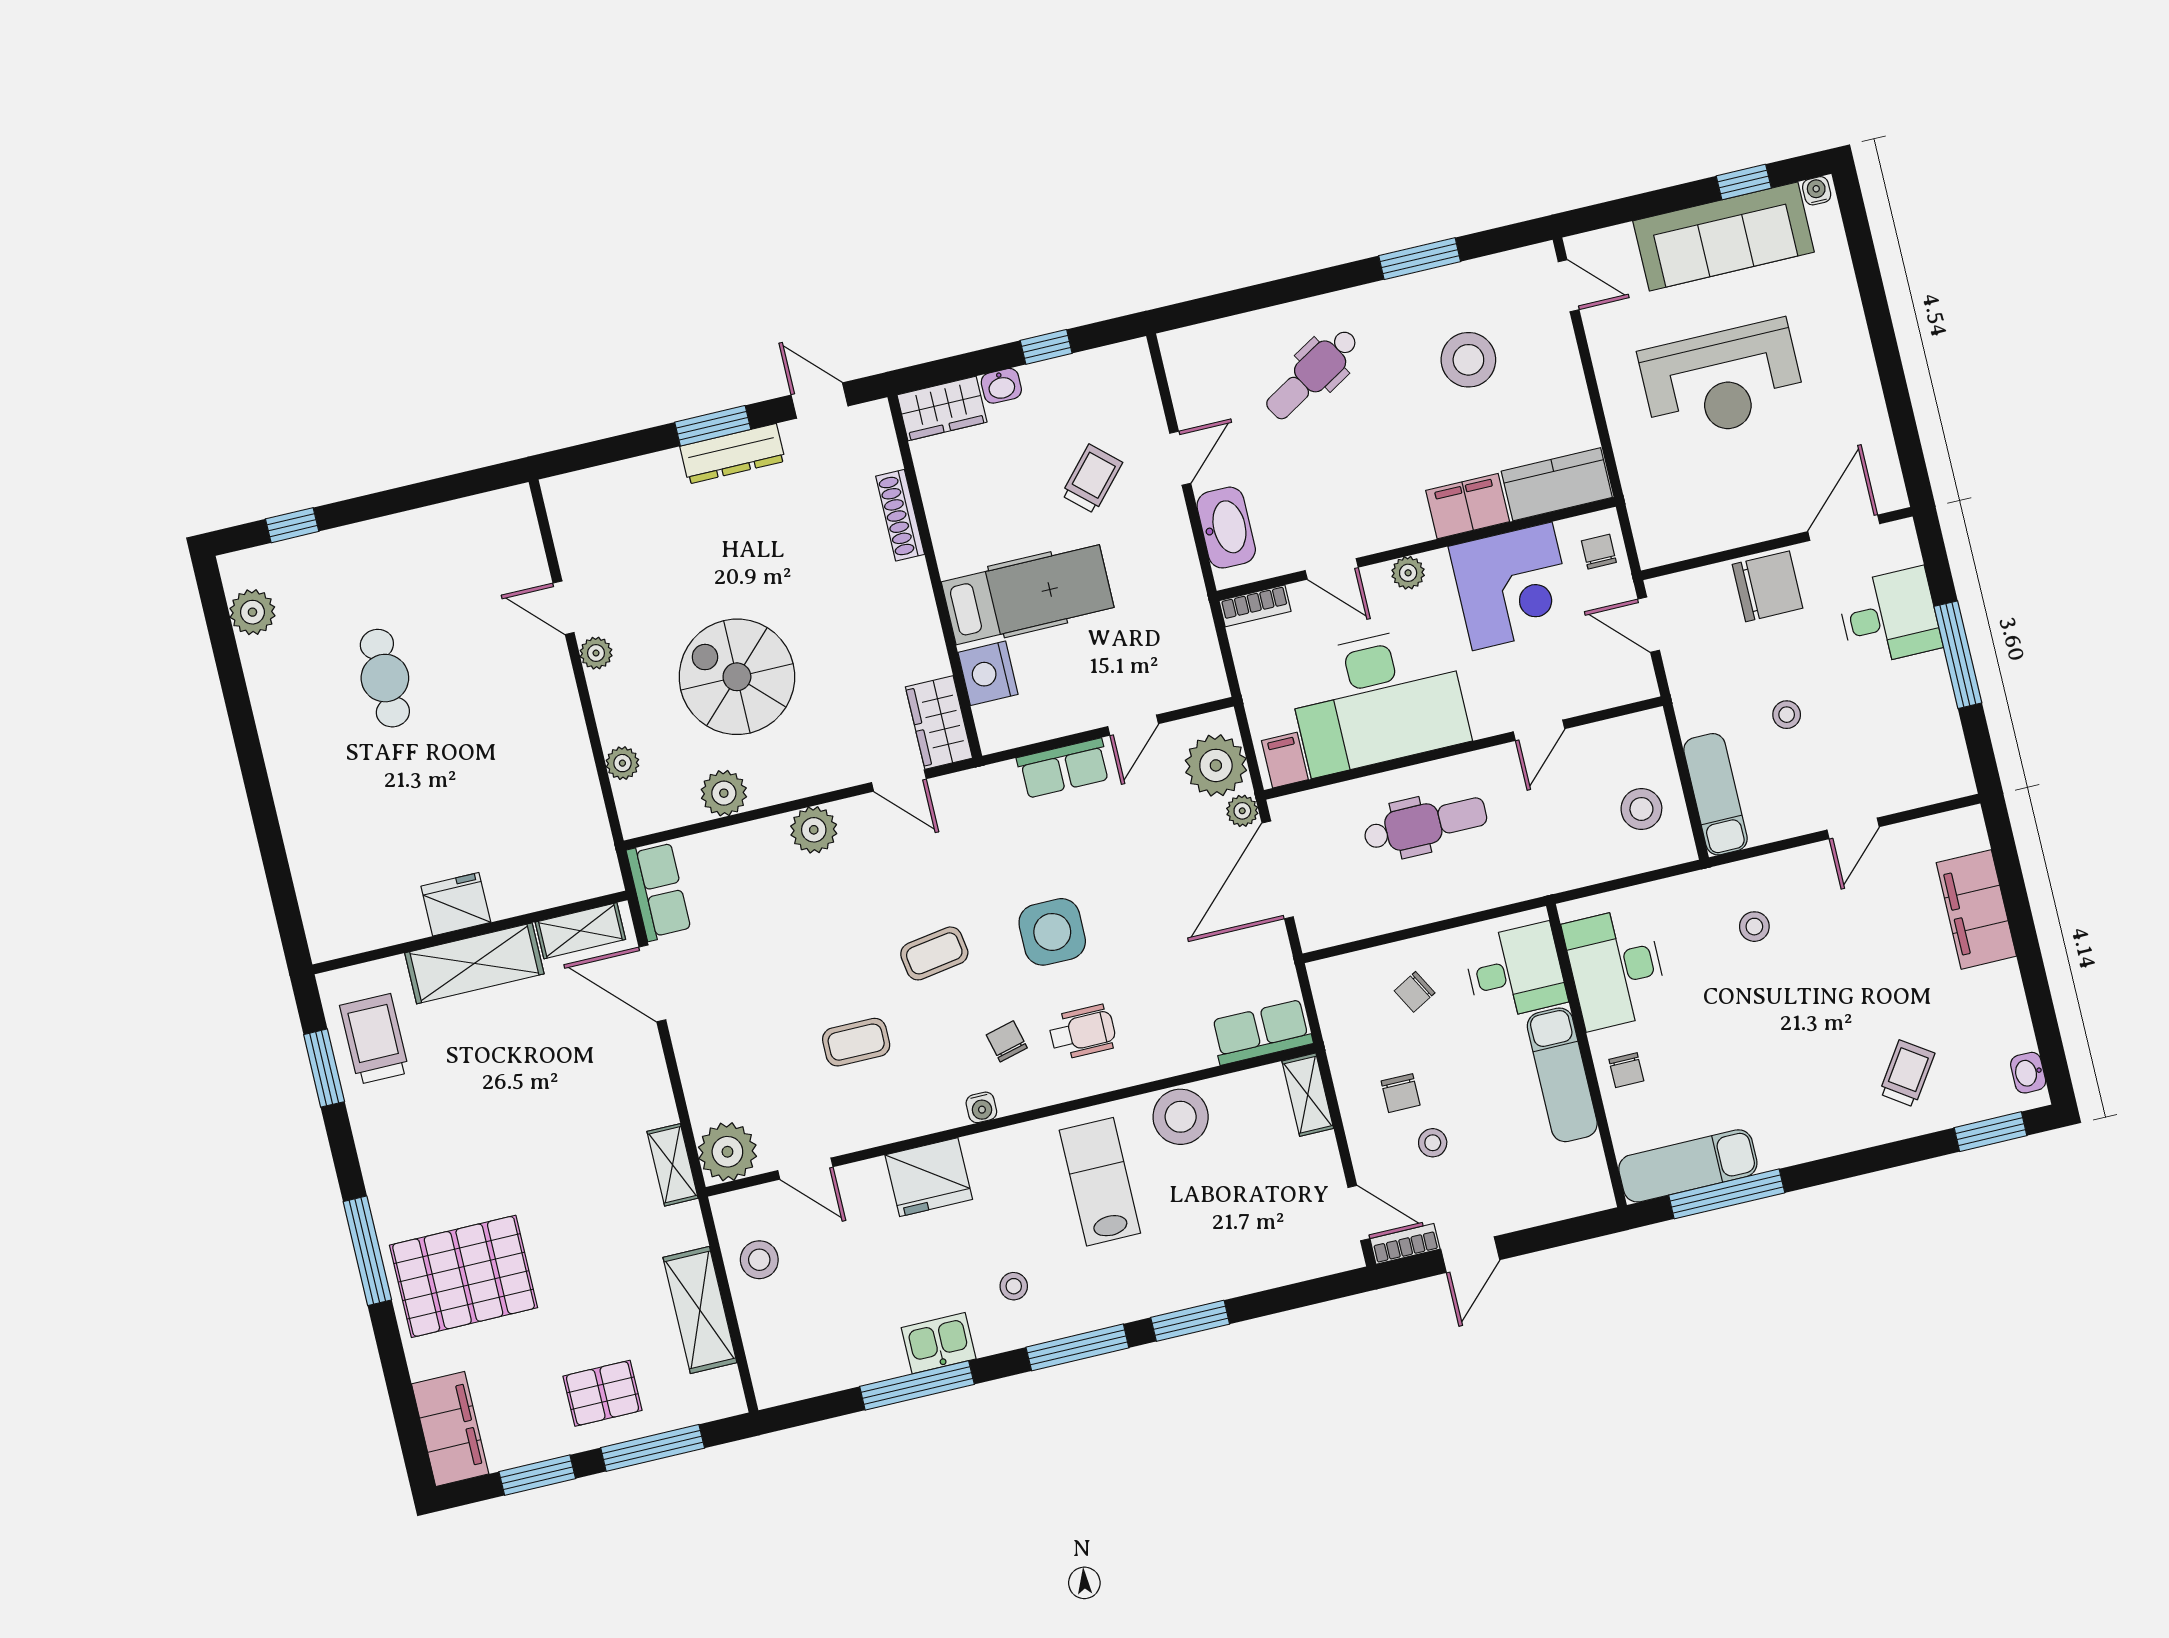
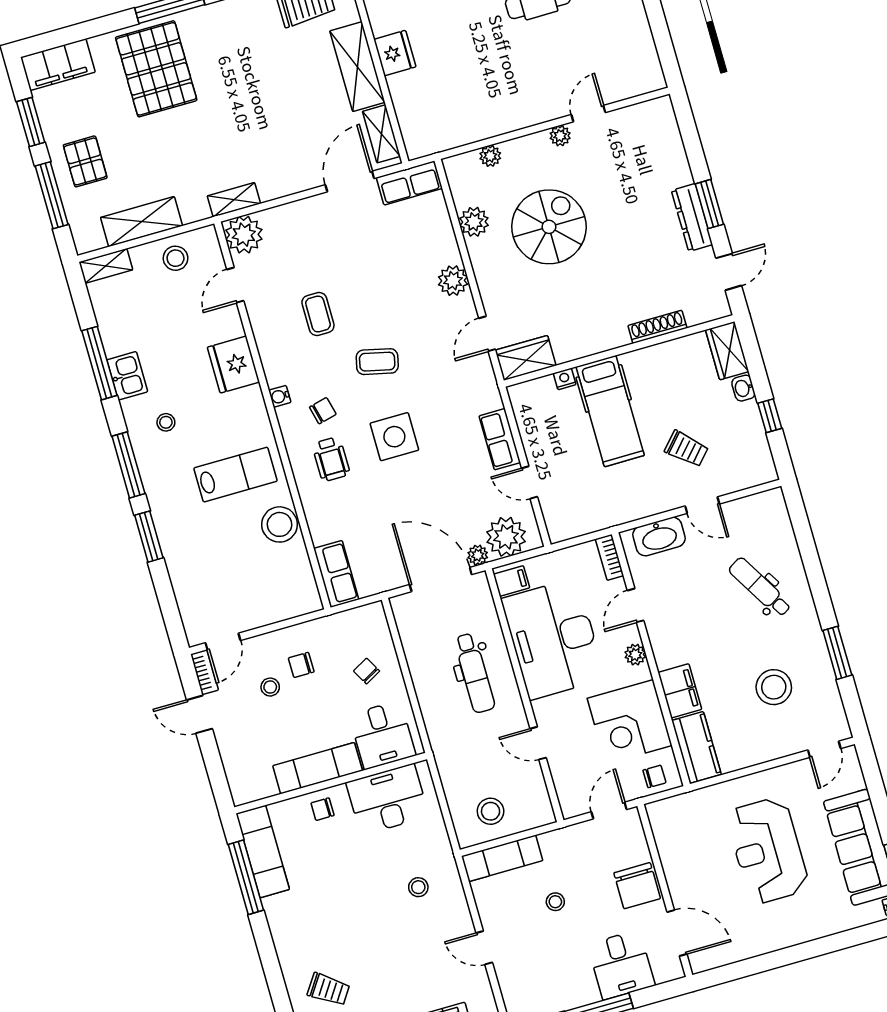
nightstand: (988, 673) -> (565, 379), width x0.53, depth x0.56
coffee table: (934, 953) -> (377, 362), turned -68
shelving: (1308, 1095) -> (106, 266), moved

